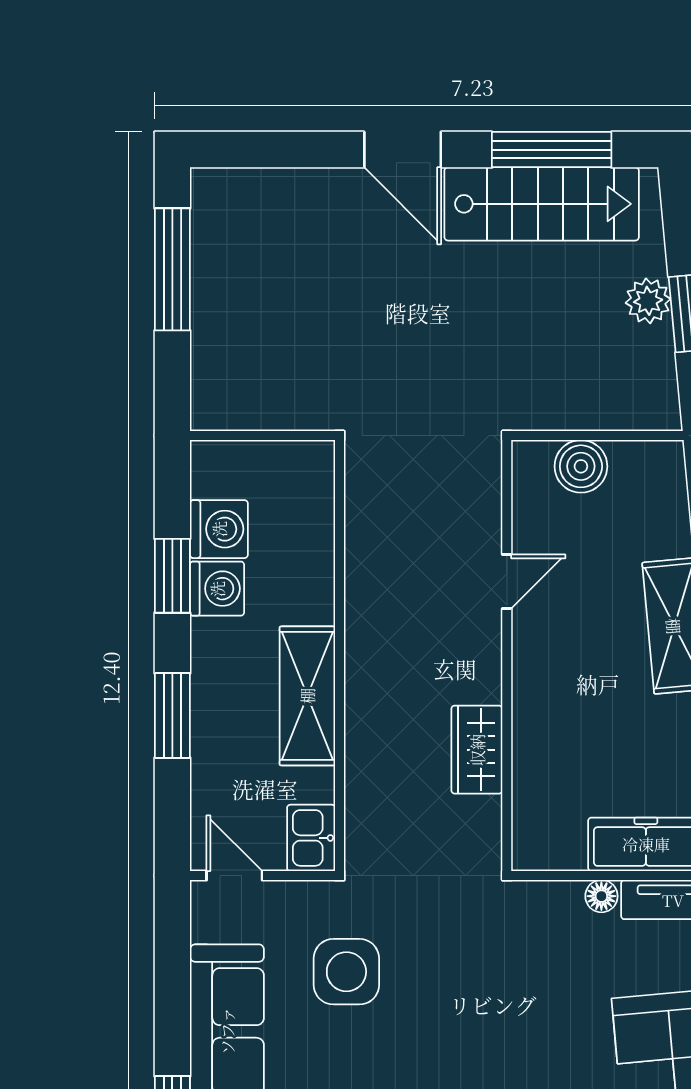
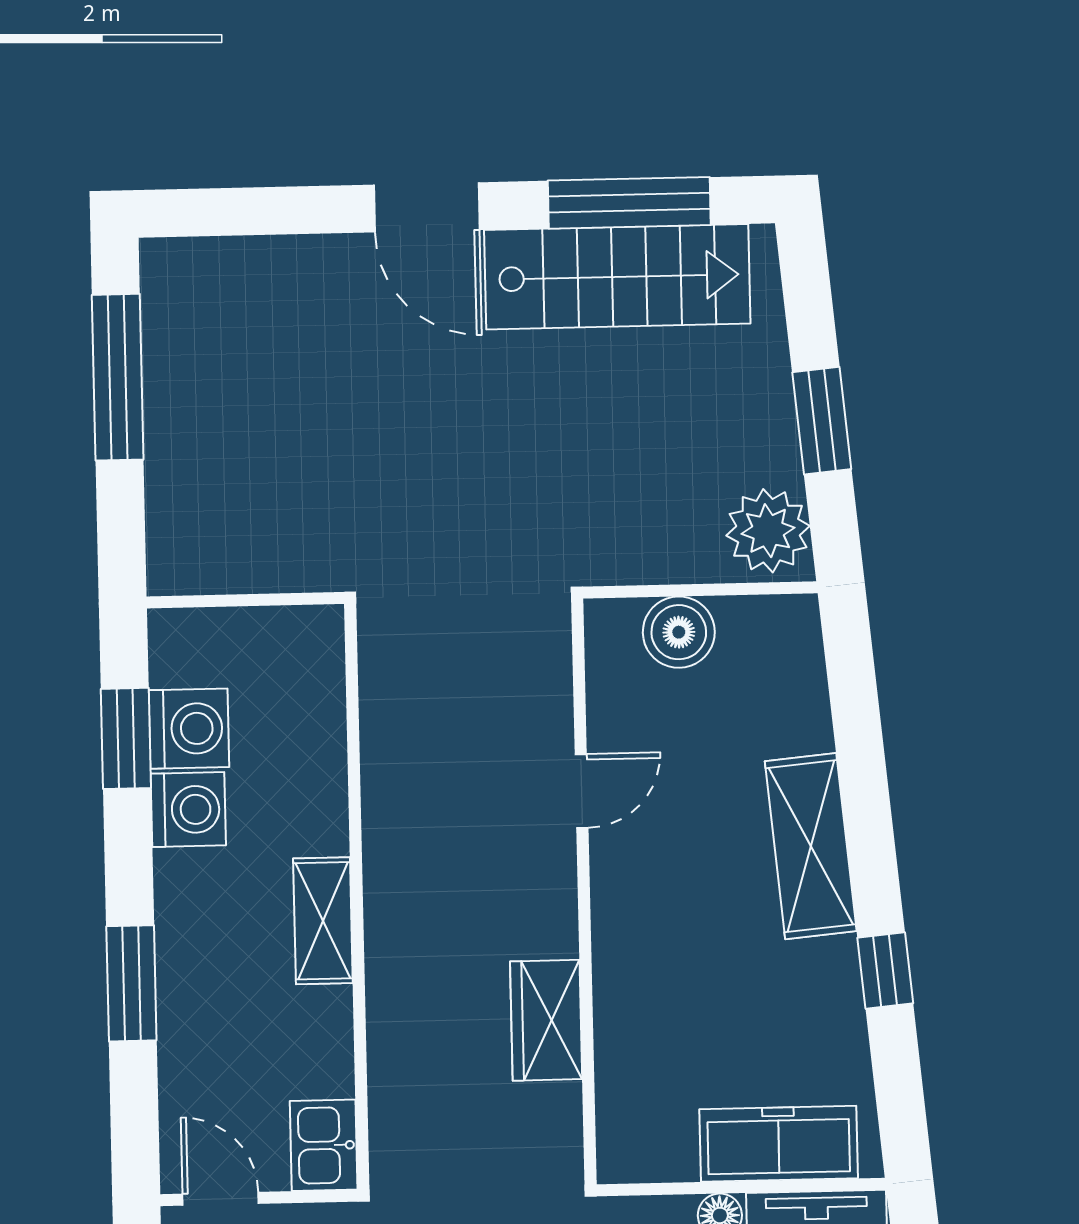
plant: (648, 301) -> (768, 531), moved, width x1.36, depth x1.36
window: (172, 576) -> (126, 738), moved
shelving: (307, 696) -> (323, 921), width x0.67, depth x0.75

